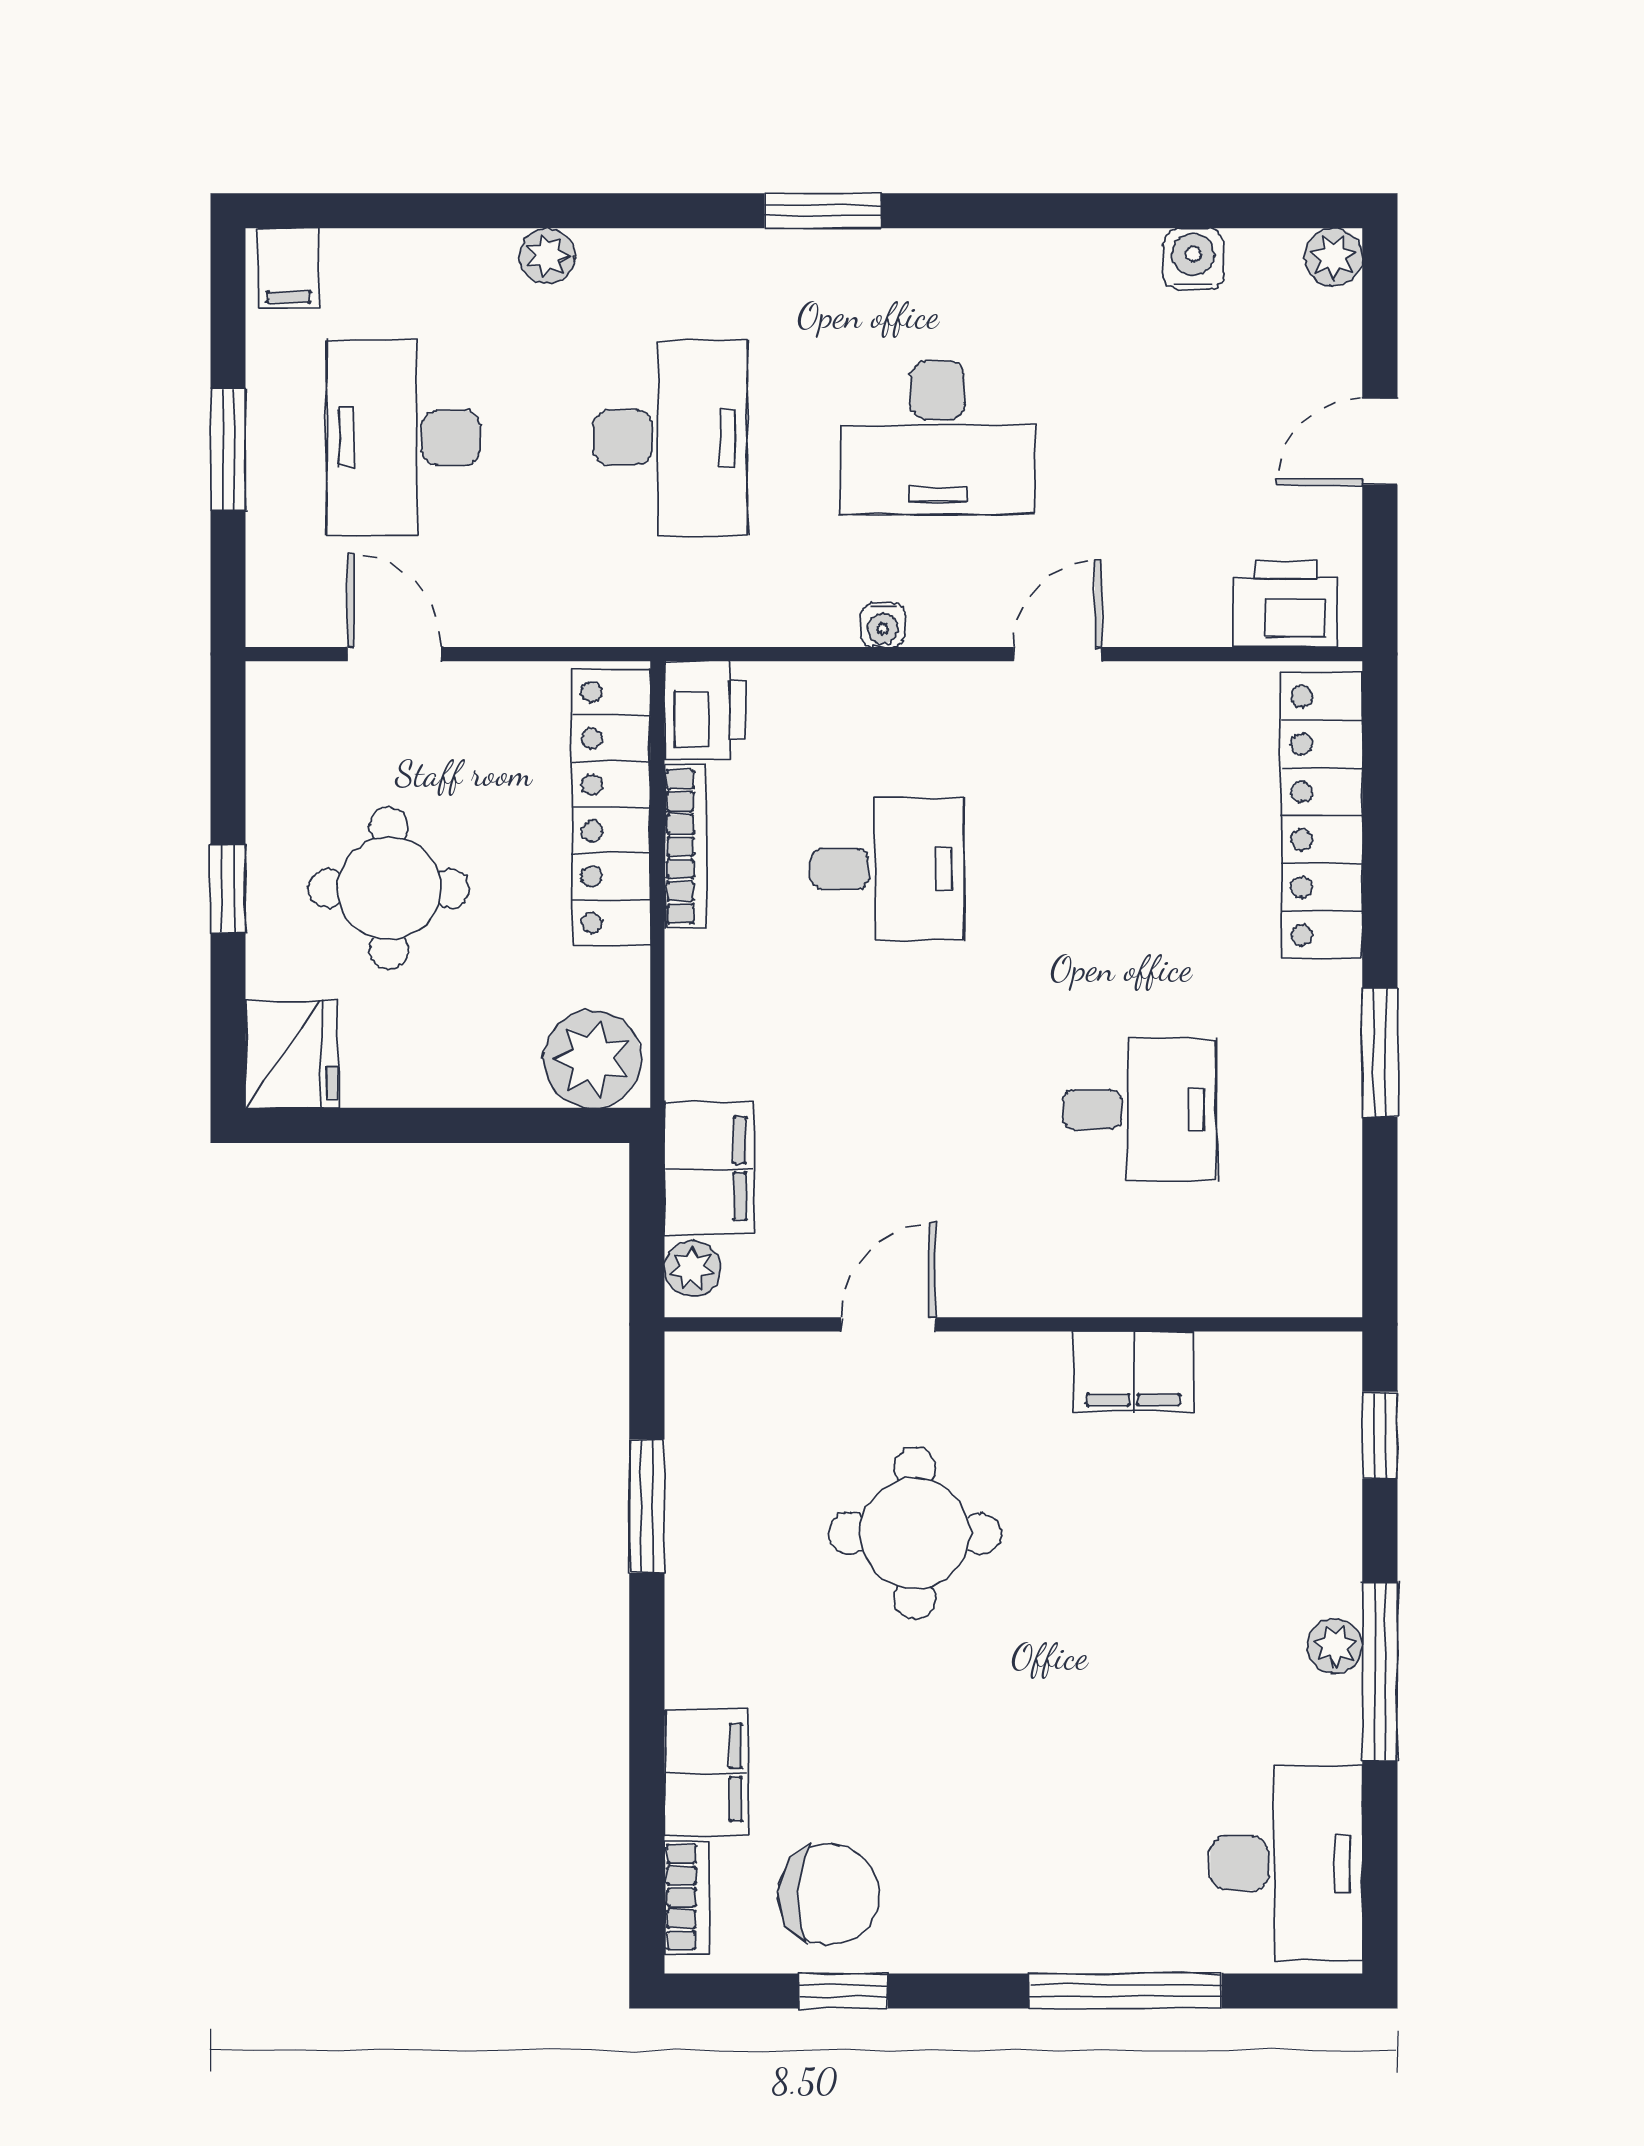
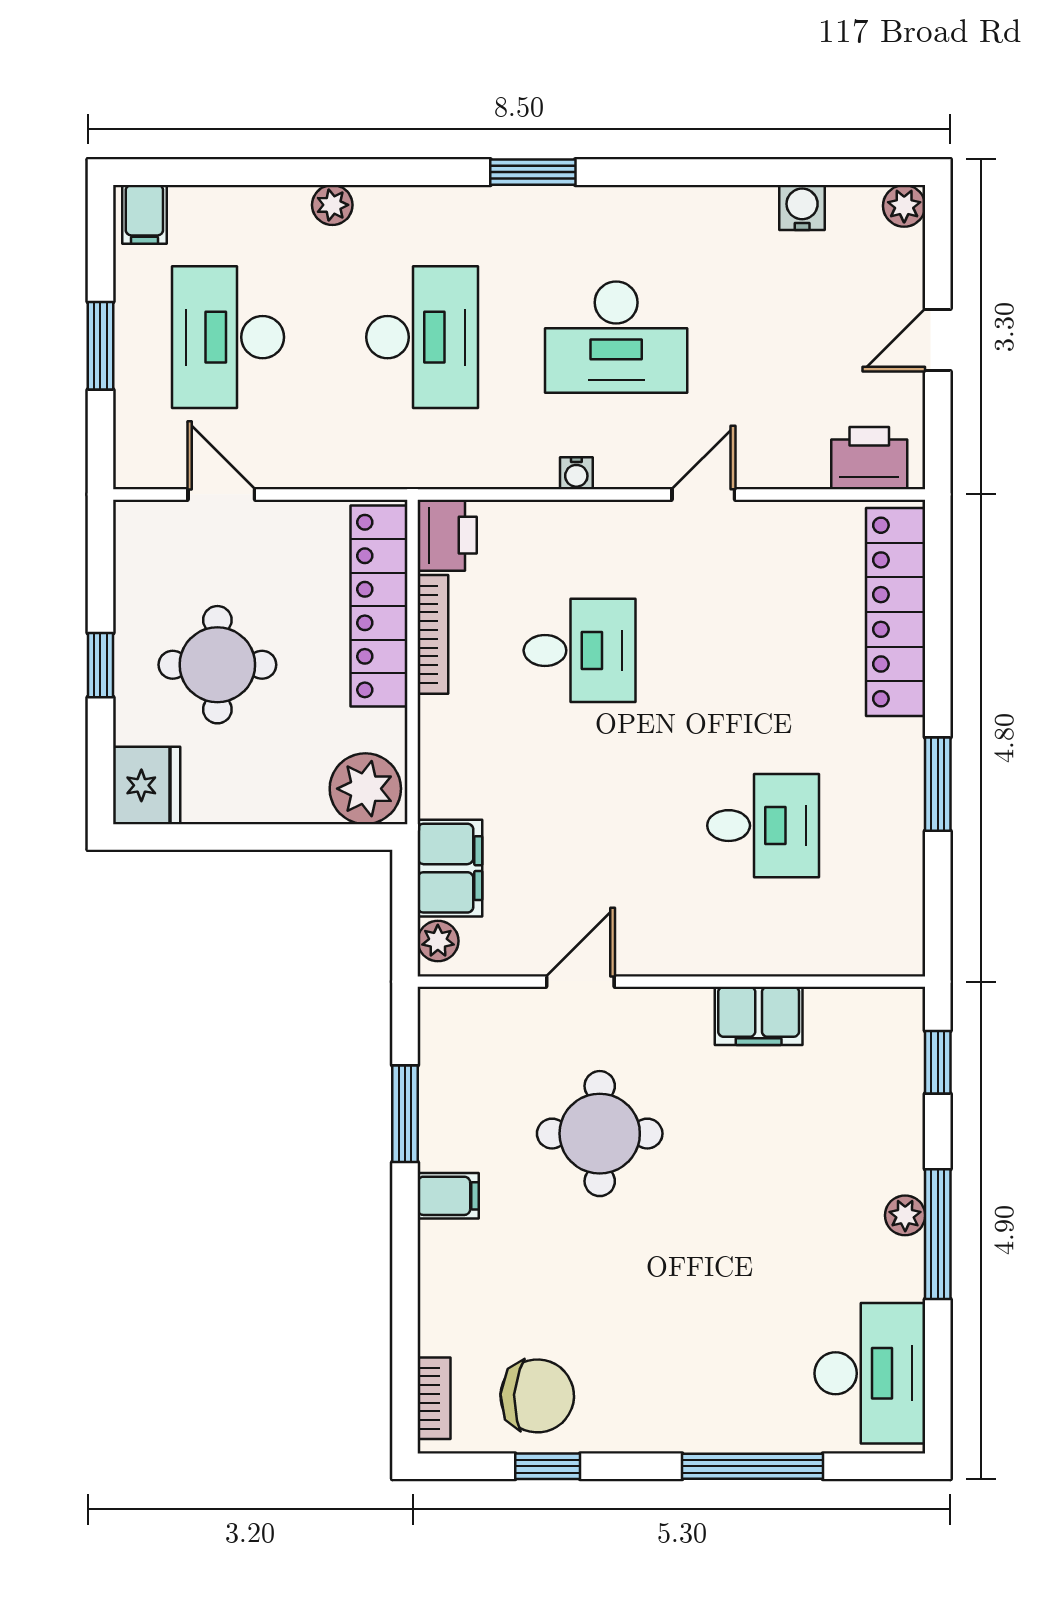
filing cabinet: (706, 1773) -> (448, 1196), moved, width x0.50

